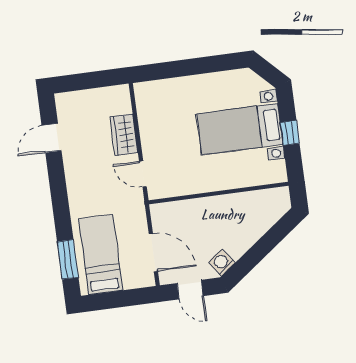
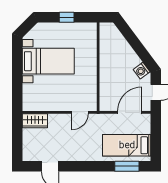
bed with nightstands: (240, 129) -> (48, 61), moved, turned -90
wardrobe: (124, 135) -> (35, 121), moved

